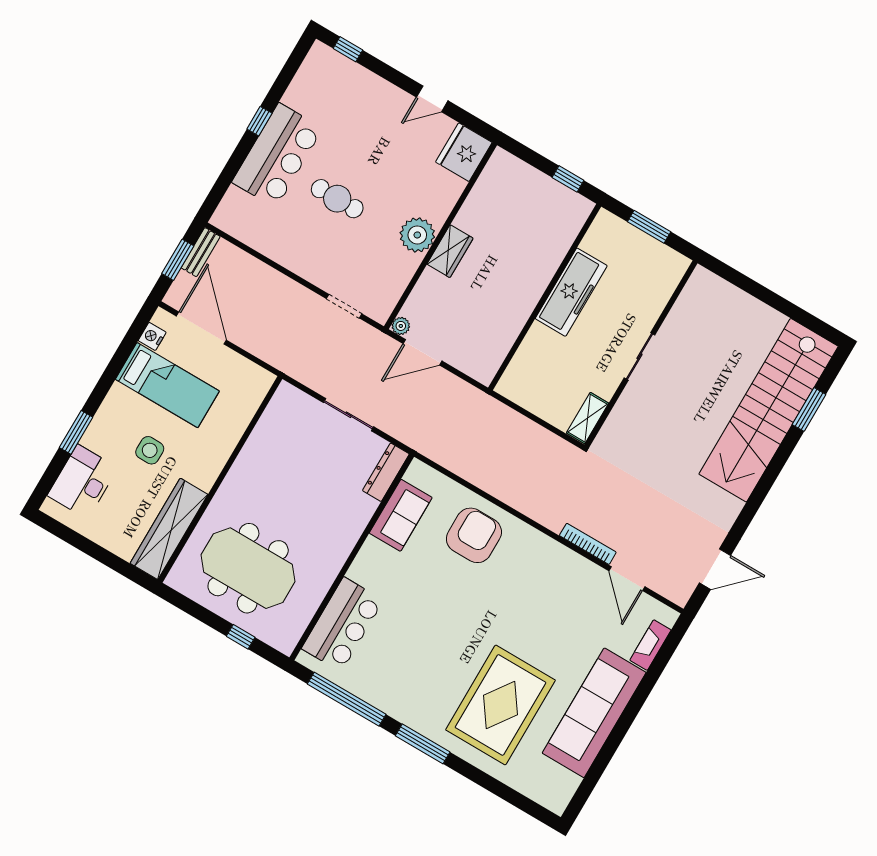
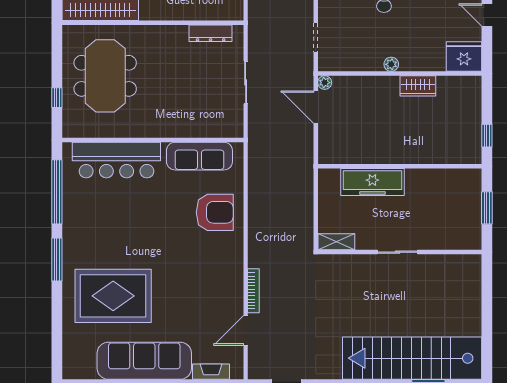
plant: (417, 235) -> (391, 64), width x0.53, depth x0.53
wardrobe: (450, 251) -> (418, 86), moved
freezer: (571, 292) -> (372, 182), moved
dresser: (386, 472) -> (211, 33), moved, turned 180
sofa: (401, 515) -> (199, 156), width x1.36
bar counter: (342, 624) -> (116, 160), width x1.36

